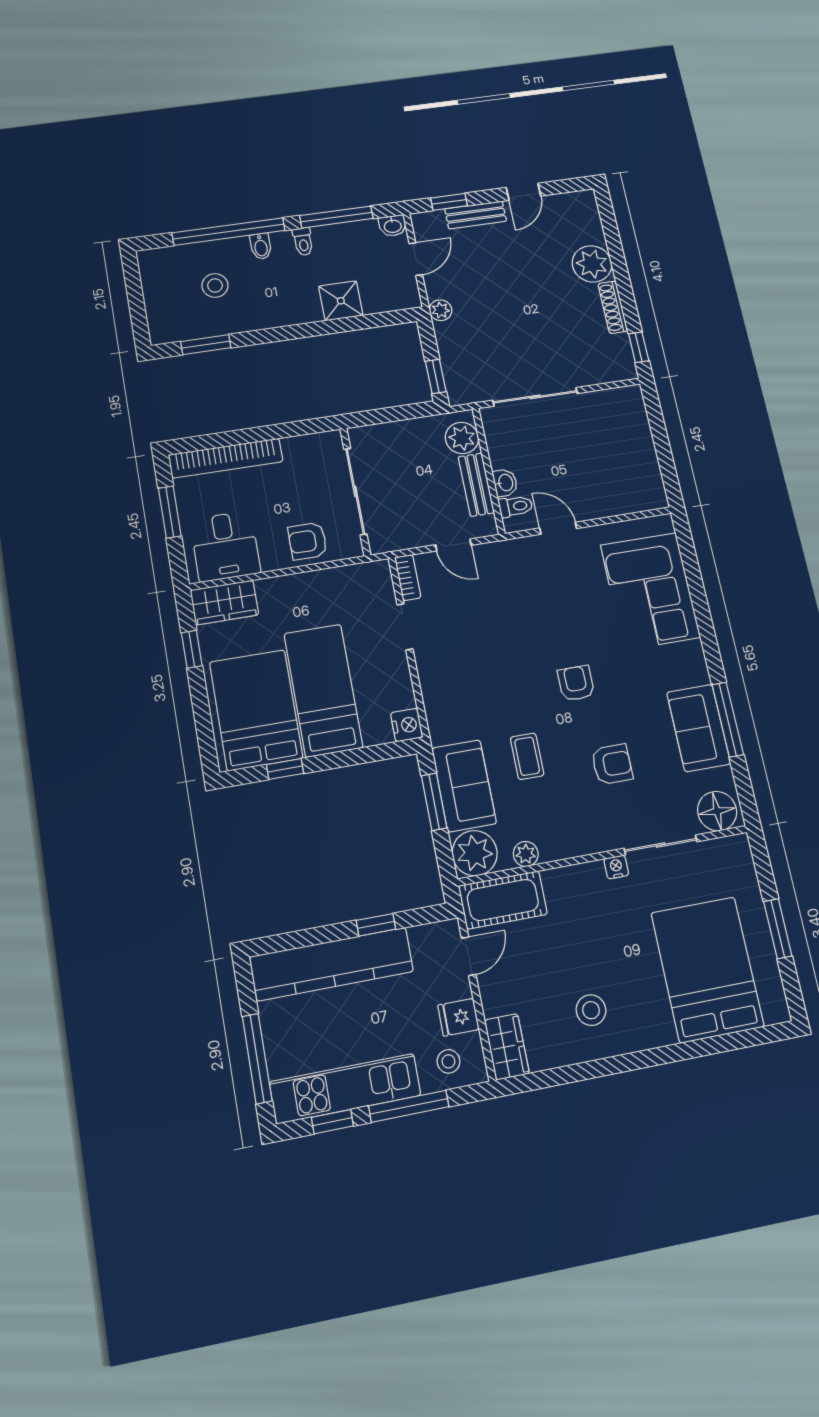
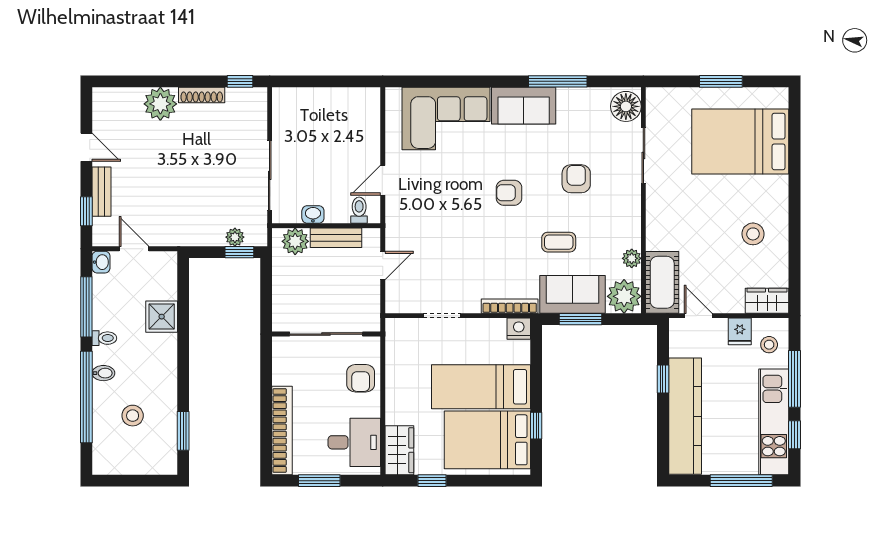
plant: (441, 310) -> (235, 237), moved
washbasin: (505, 483) -> (313, 214), moved
bookcase: (408, 578) -> (510, 306), moved, width x1.56
sofa: (699, 728) -> (524, 106), moved
nightstand: (616, 867) -> (654, 193), removed

